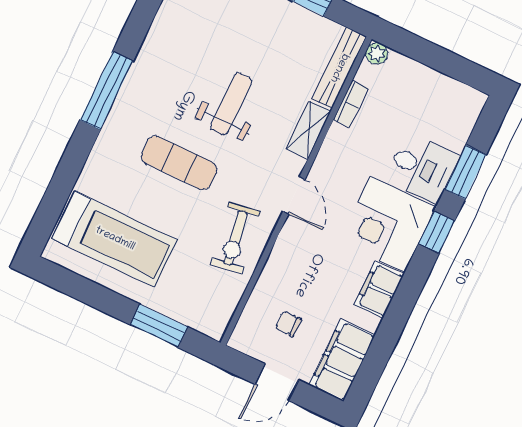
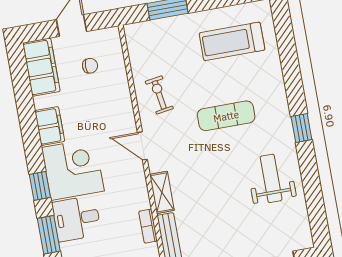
window: (107, 91) -> (301, 128), width x0.46
weight bench: (231, 104) -> (271, 178), moved, turned 180
exercise bike: (235, 238) -> (159, 95), width x0.73, depth x0.72
treadmill: (115, 239) -> (232, 41), width x0.73, depth x0.73

